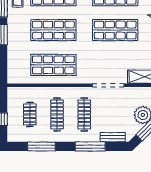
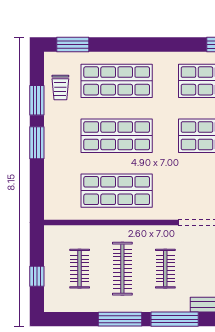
clothes rail: (84, 114) -> (165, 269), width x0.73
window: (41, 146) -> (120, 319), moved

